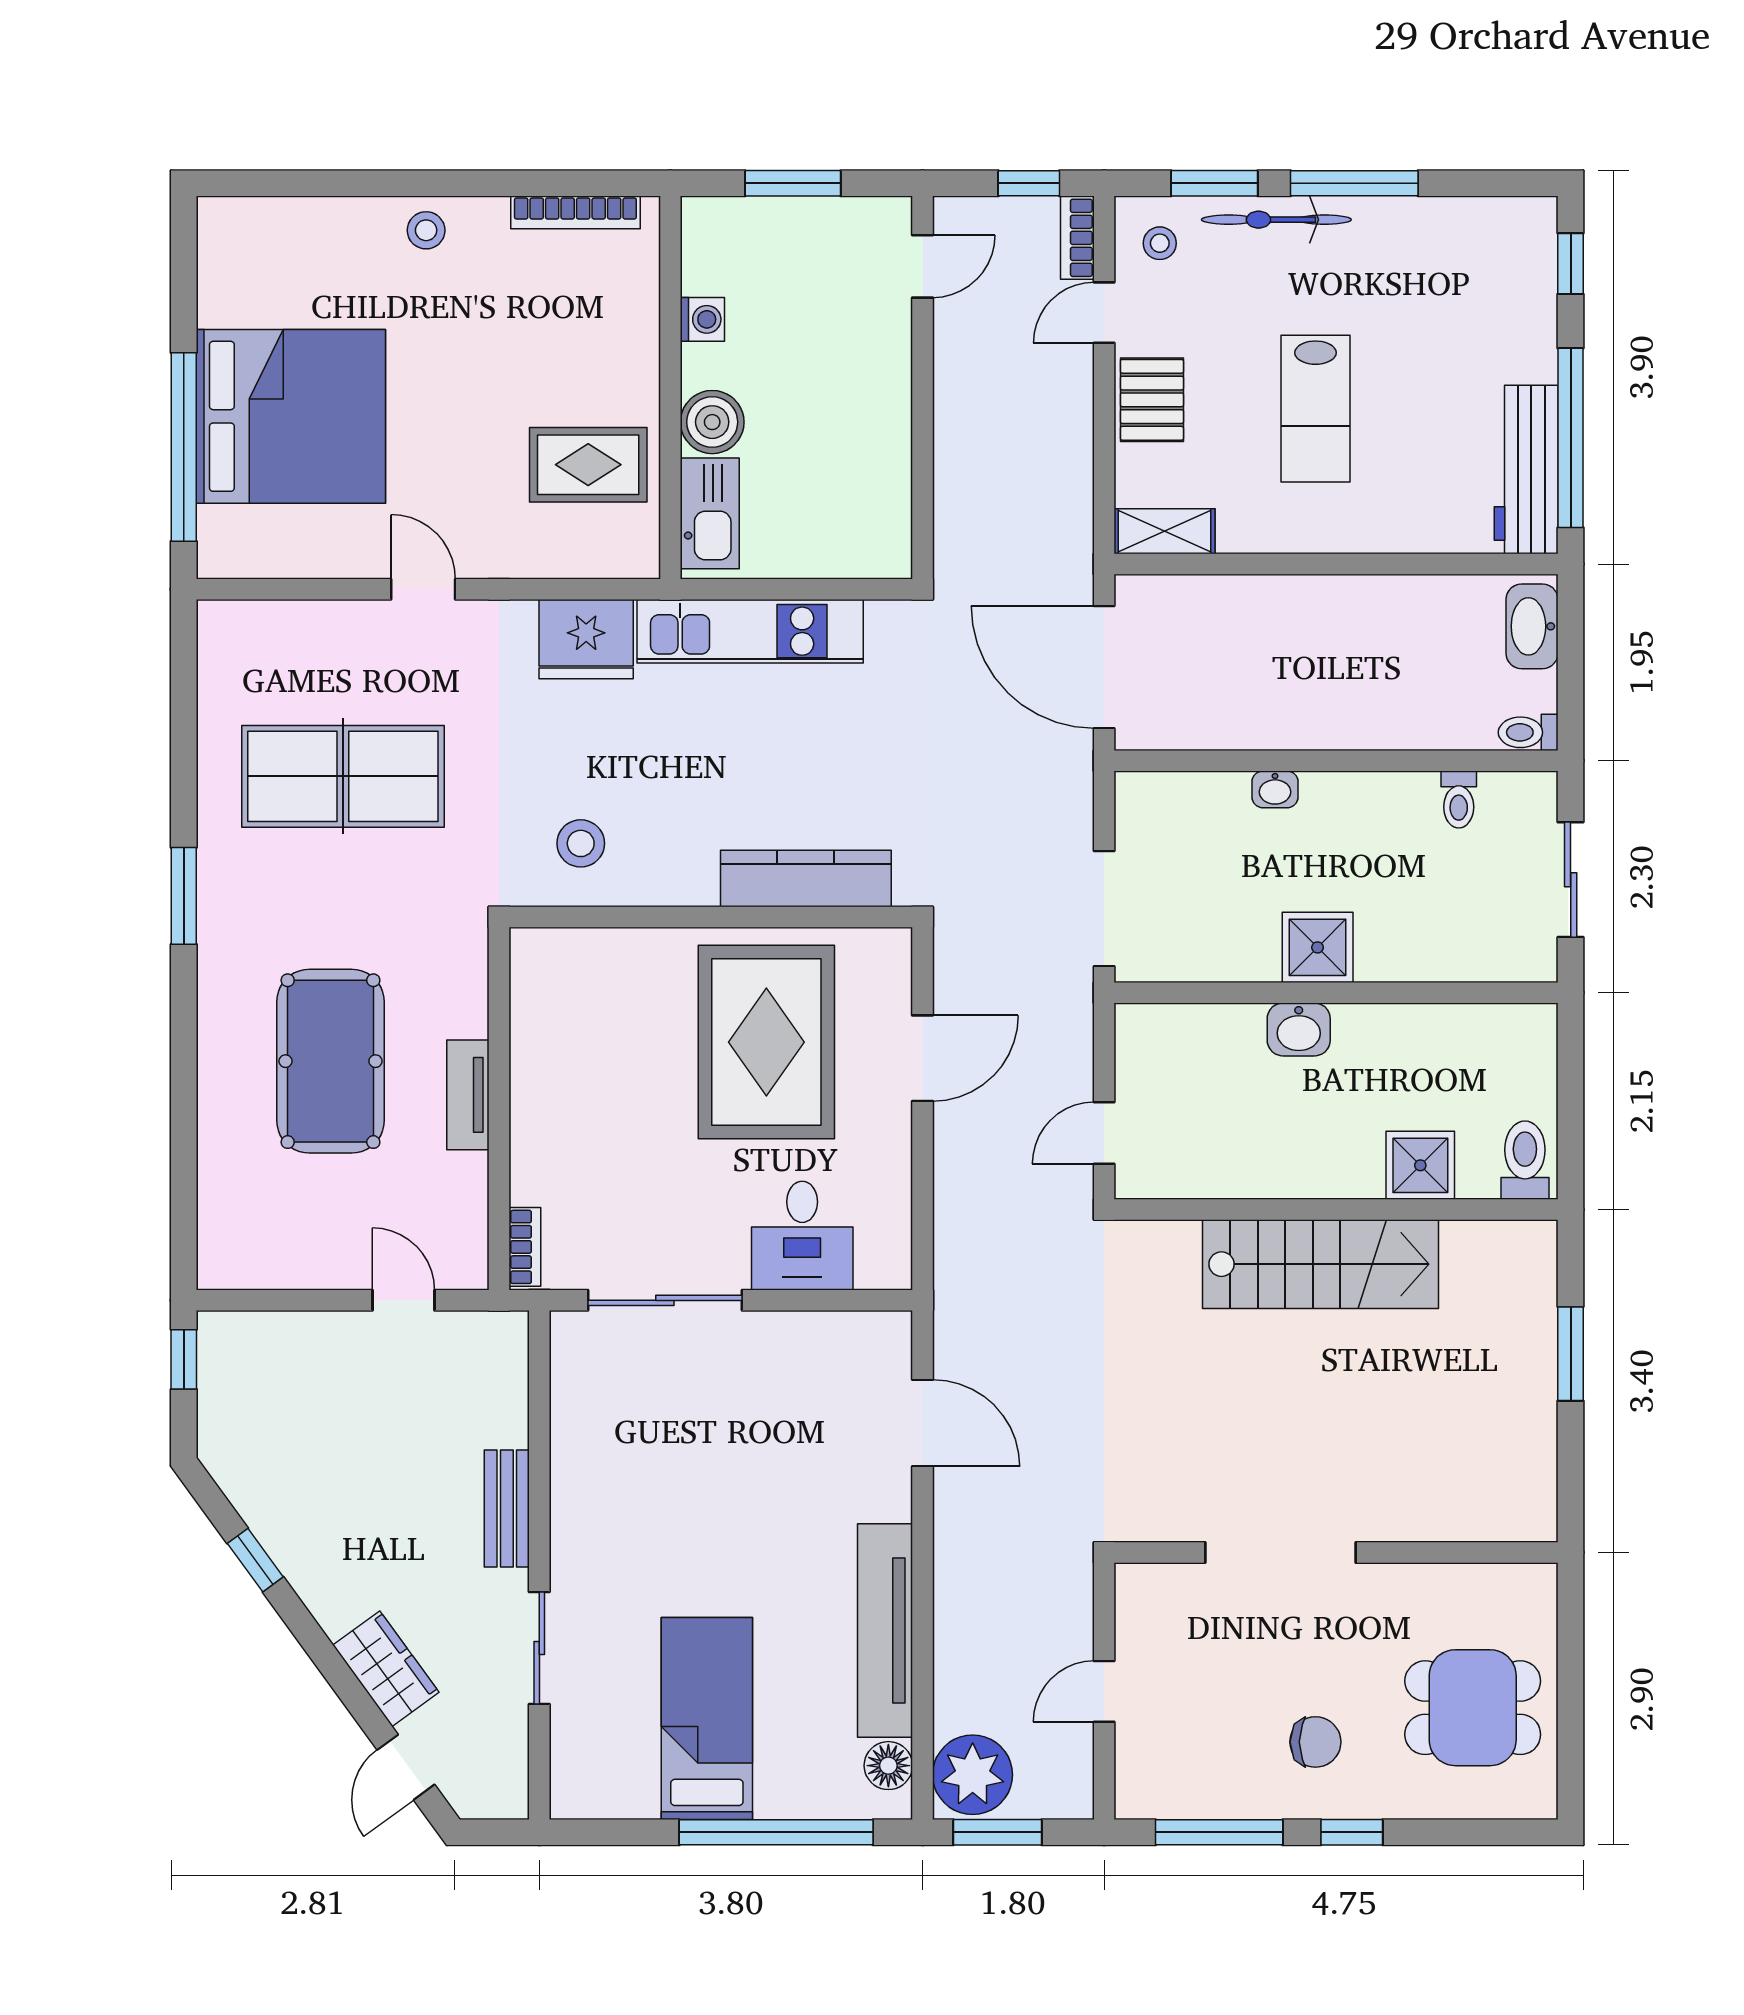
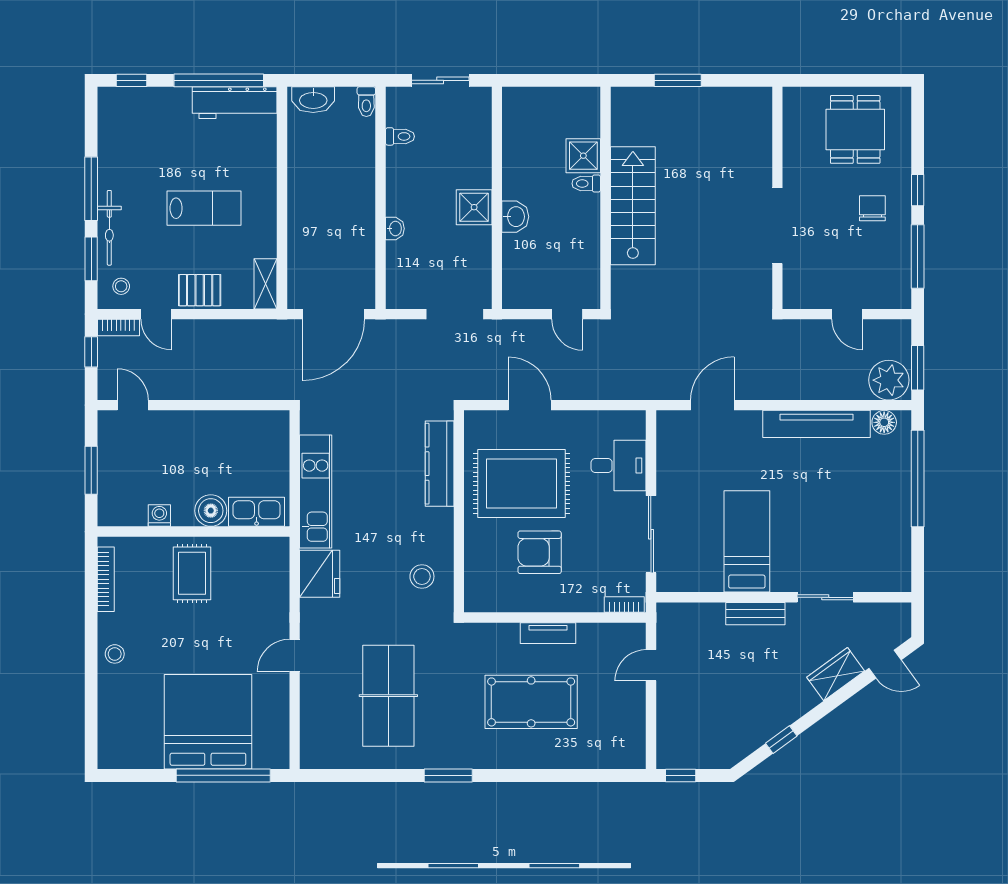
rug: (588, 465) -> (192, 573), moved
armchair: (629, 1078) -> (540, 552), added
toilet: (1525, 1160) -> (586, 184), moved, width x0.73, depth x0.72
bed: (707, 1719) -> (747, 541), moved, turned 90

